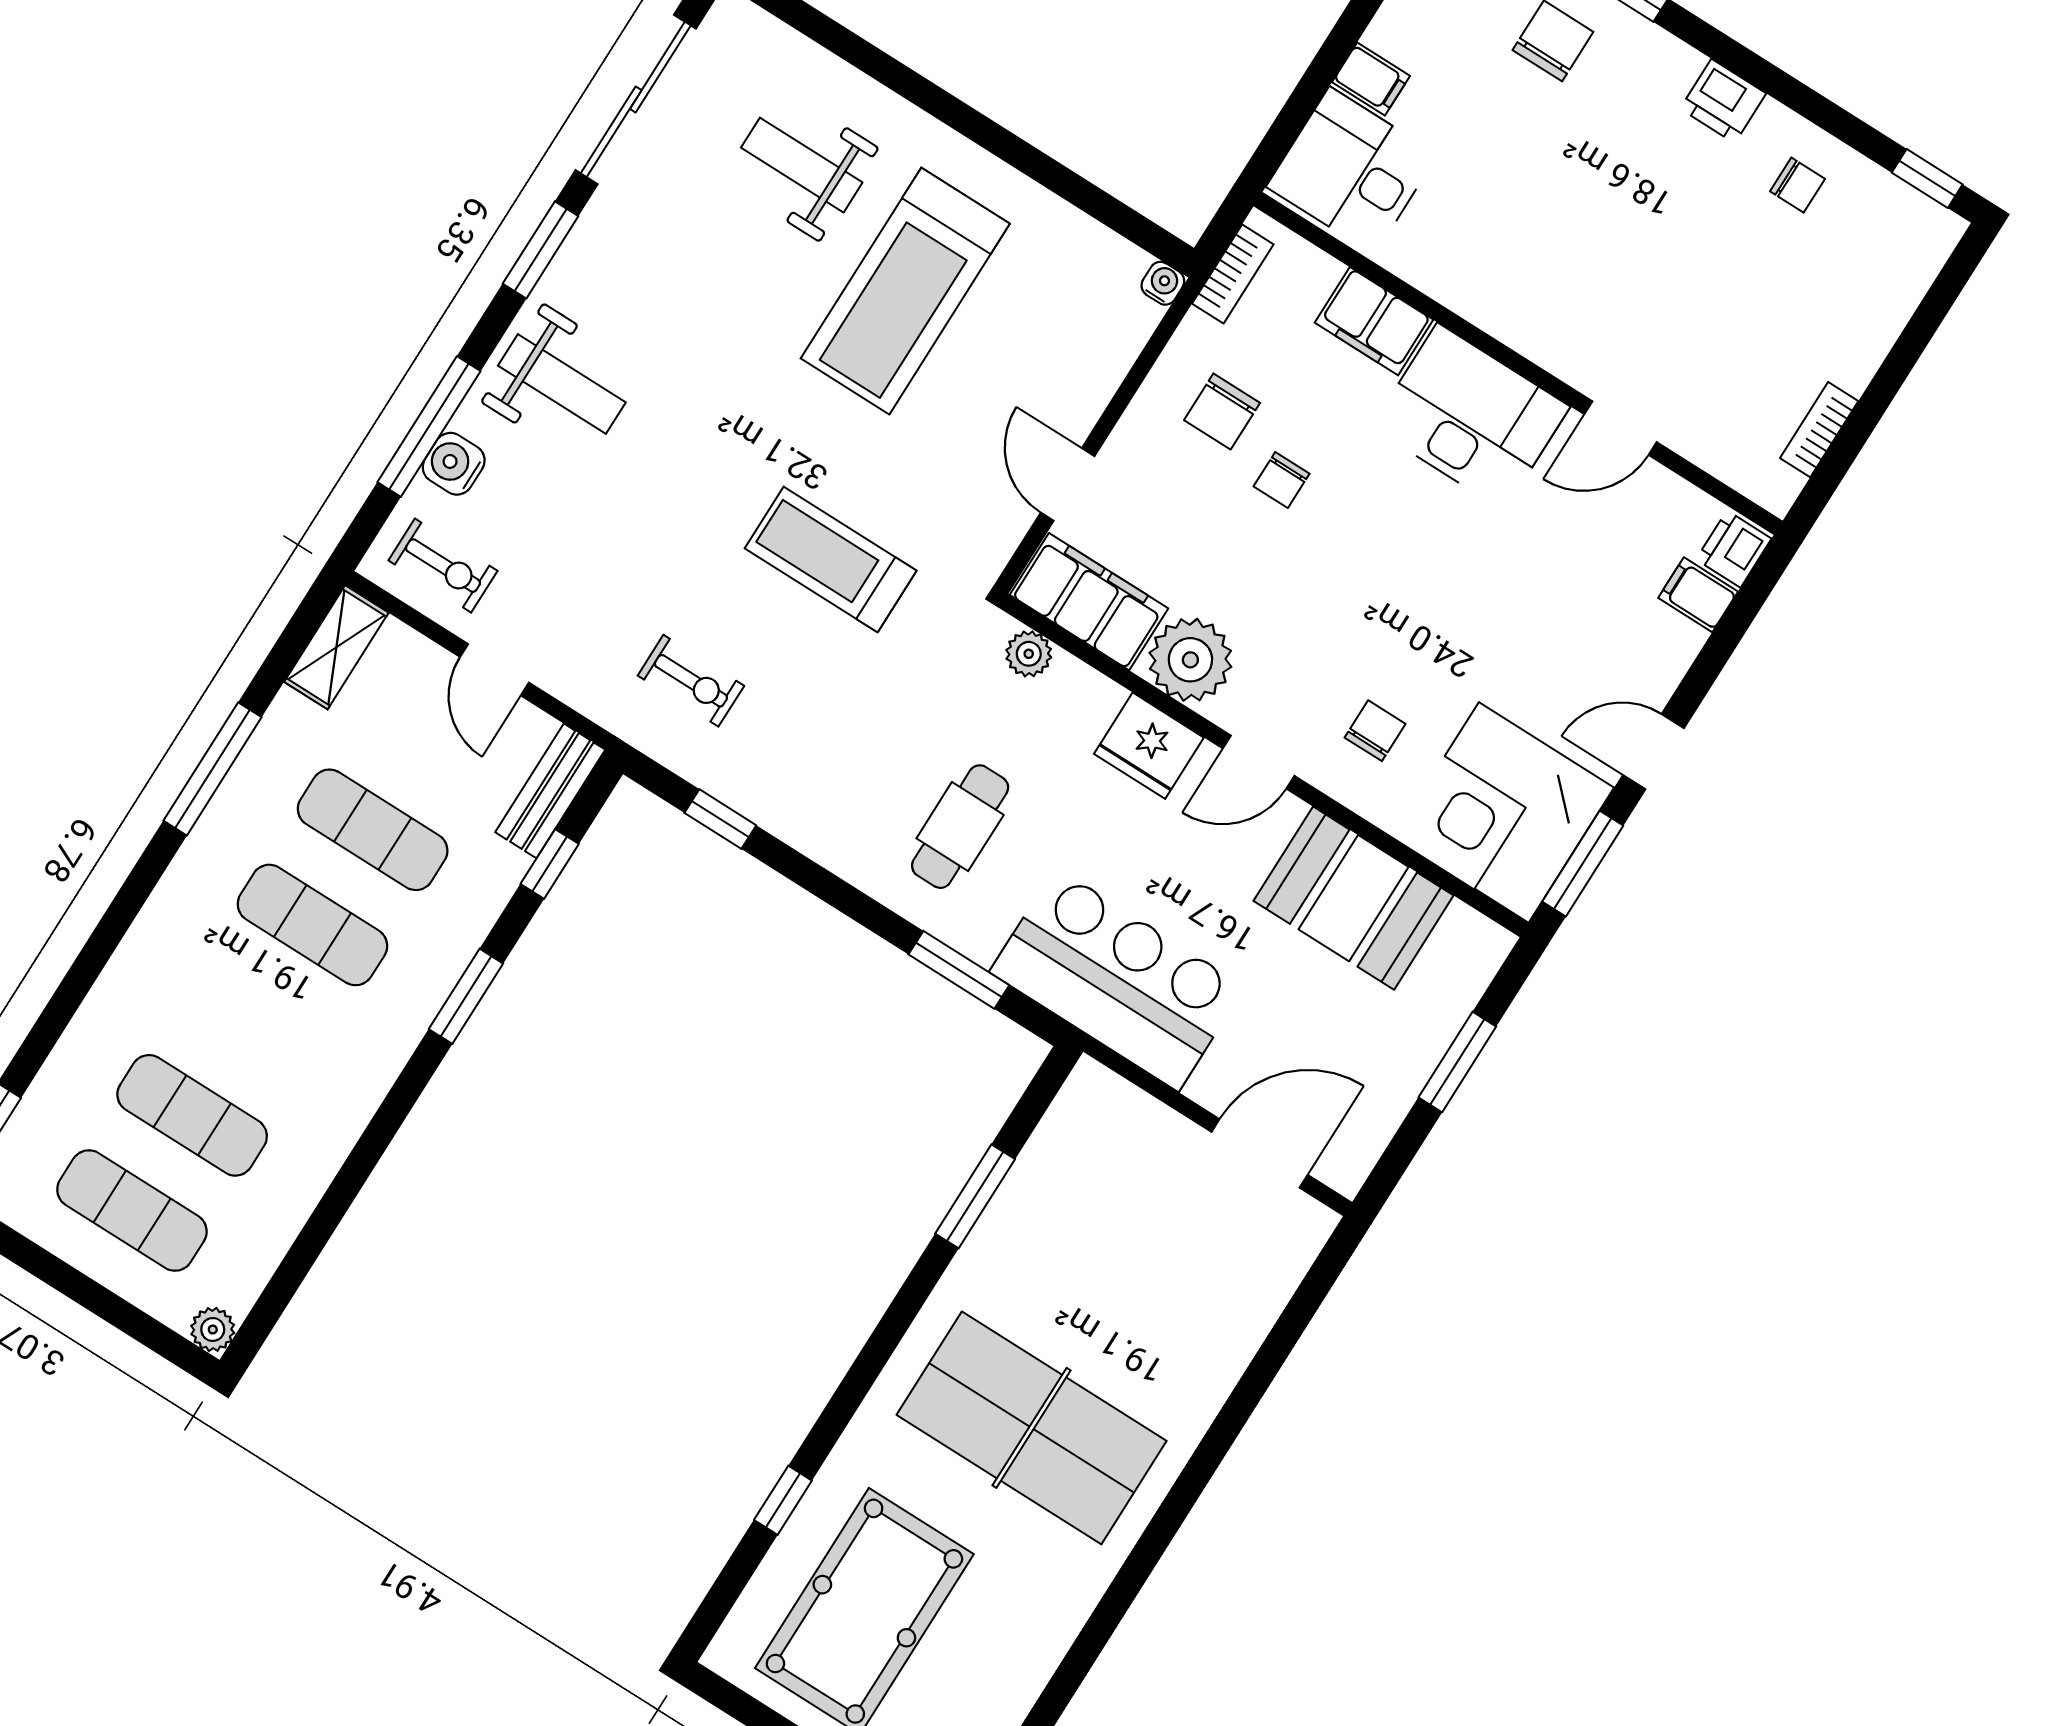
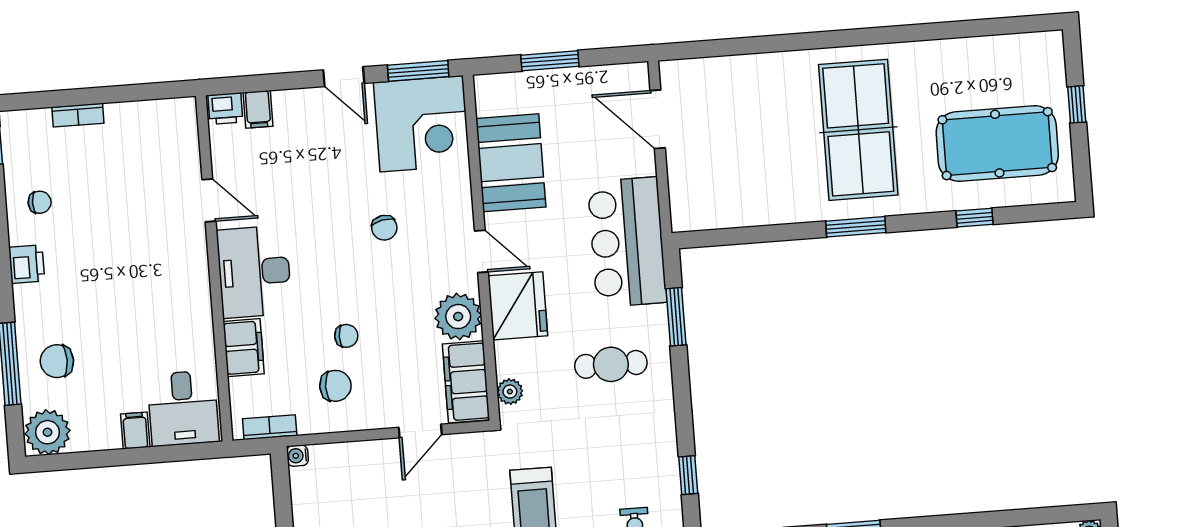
chair: (1797, 185) -> (40, 202), turned 90
bookcase: (1819, 430) -> (78, 115), moved
chair: (1375, 731) -> (384, 228), moved, turned -101
fridge: (1149, 746) -> (518, 306), width x1.36, depth x1.34
window: (975, 1196) -> (856, 227), moved

